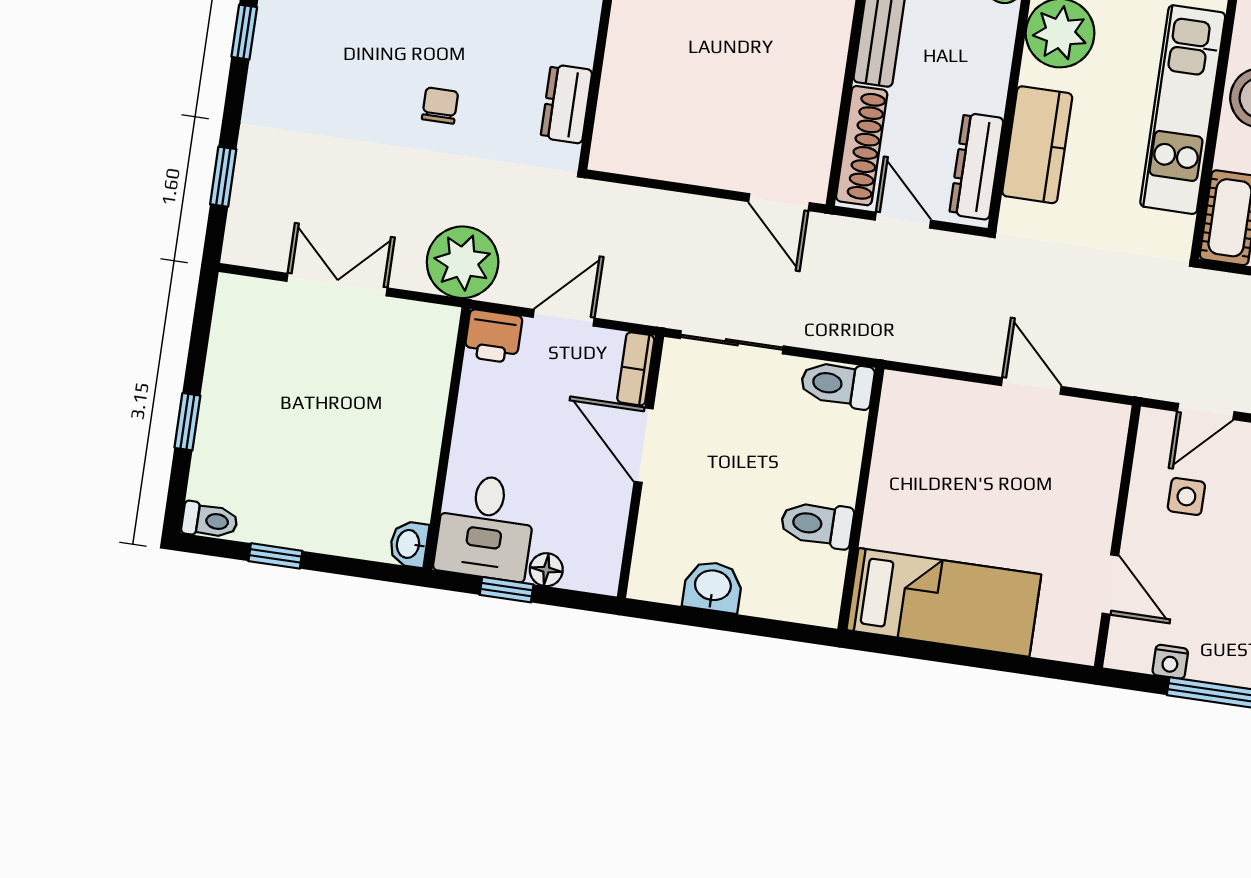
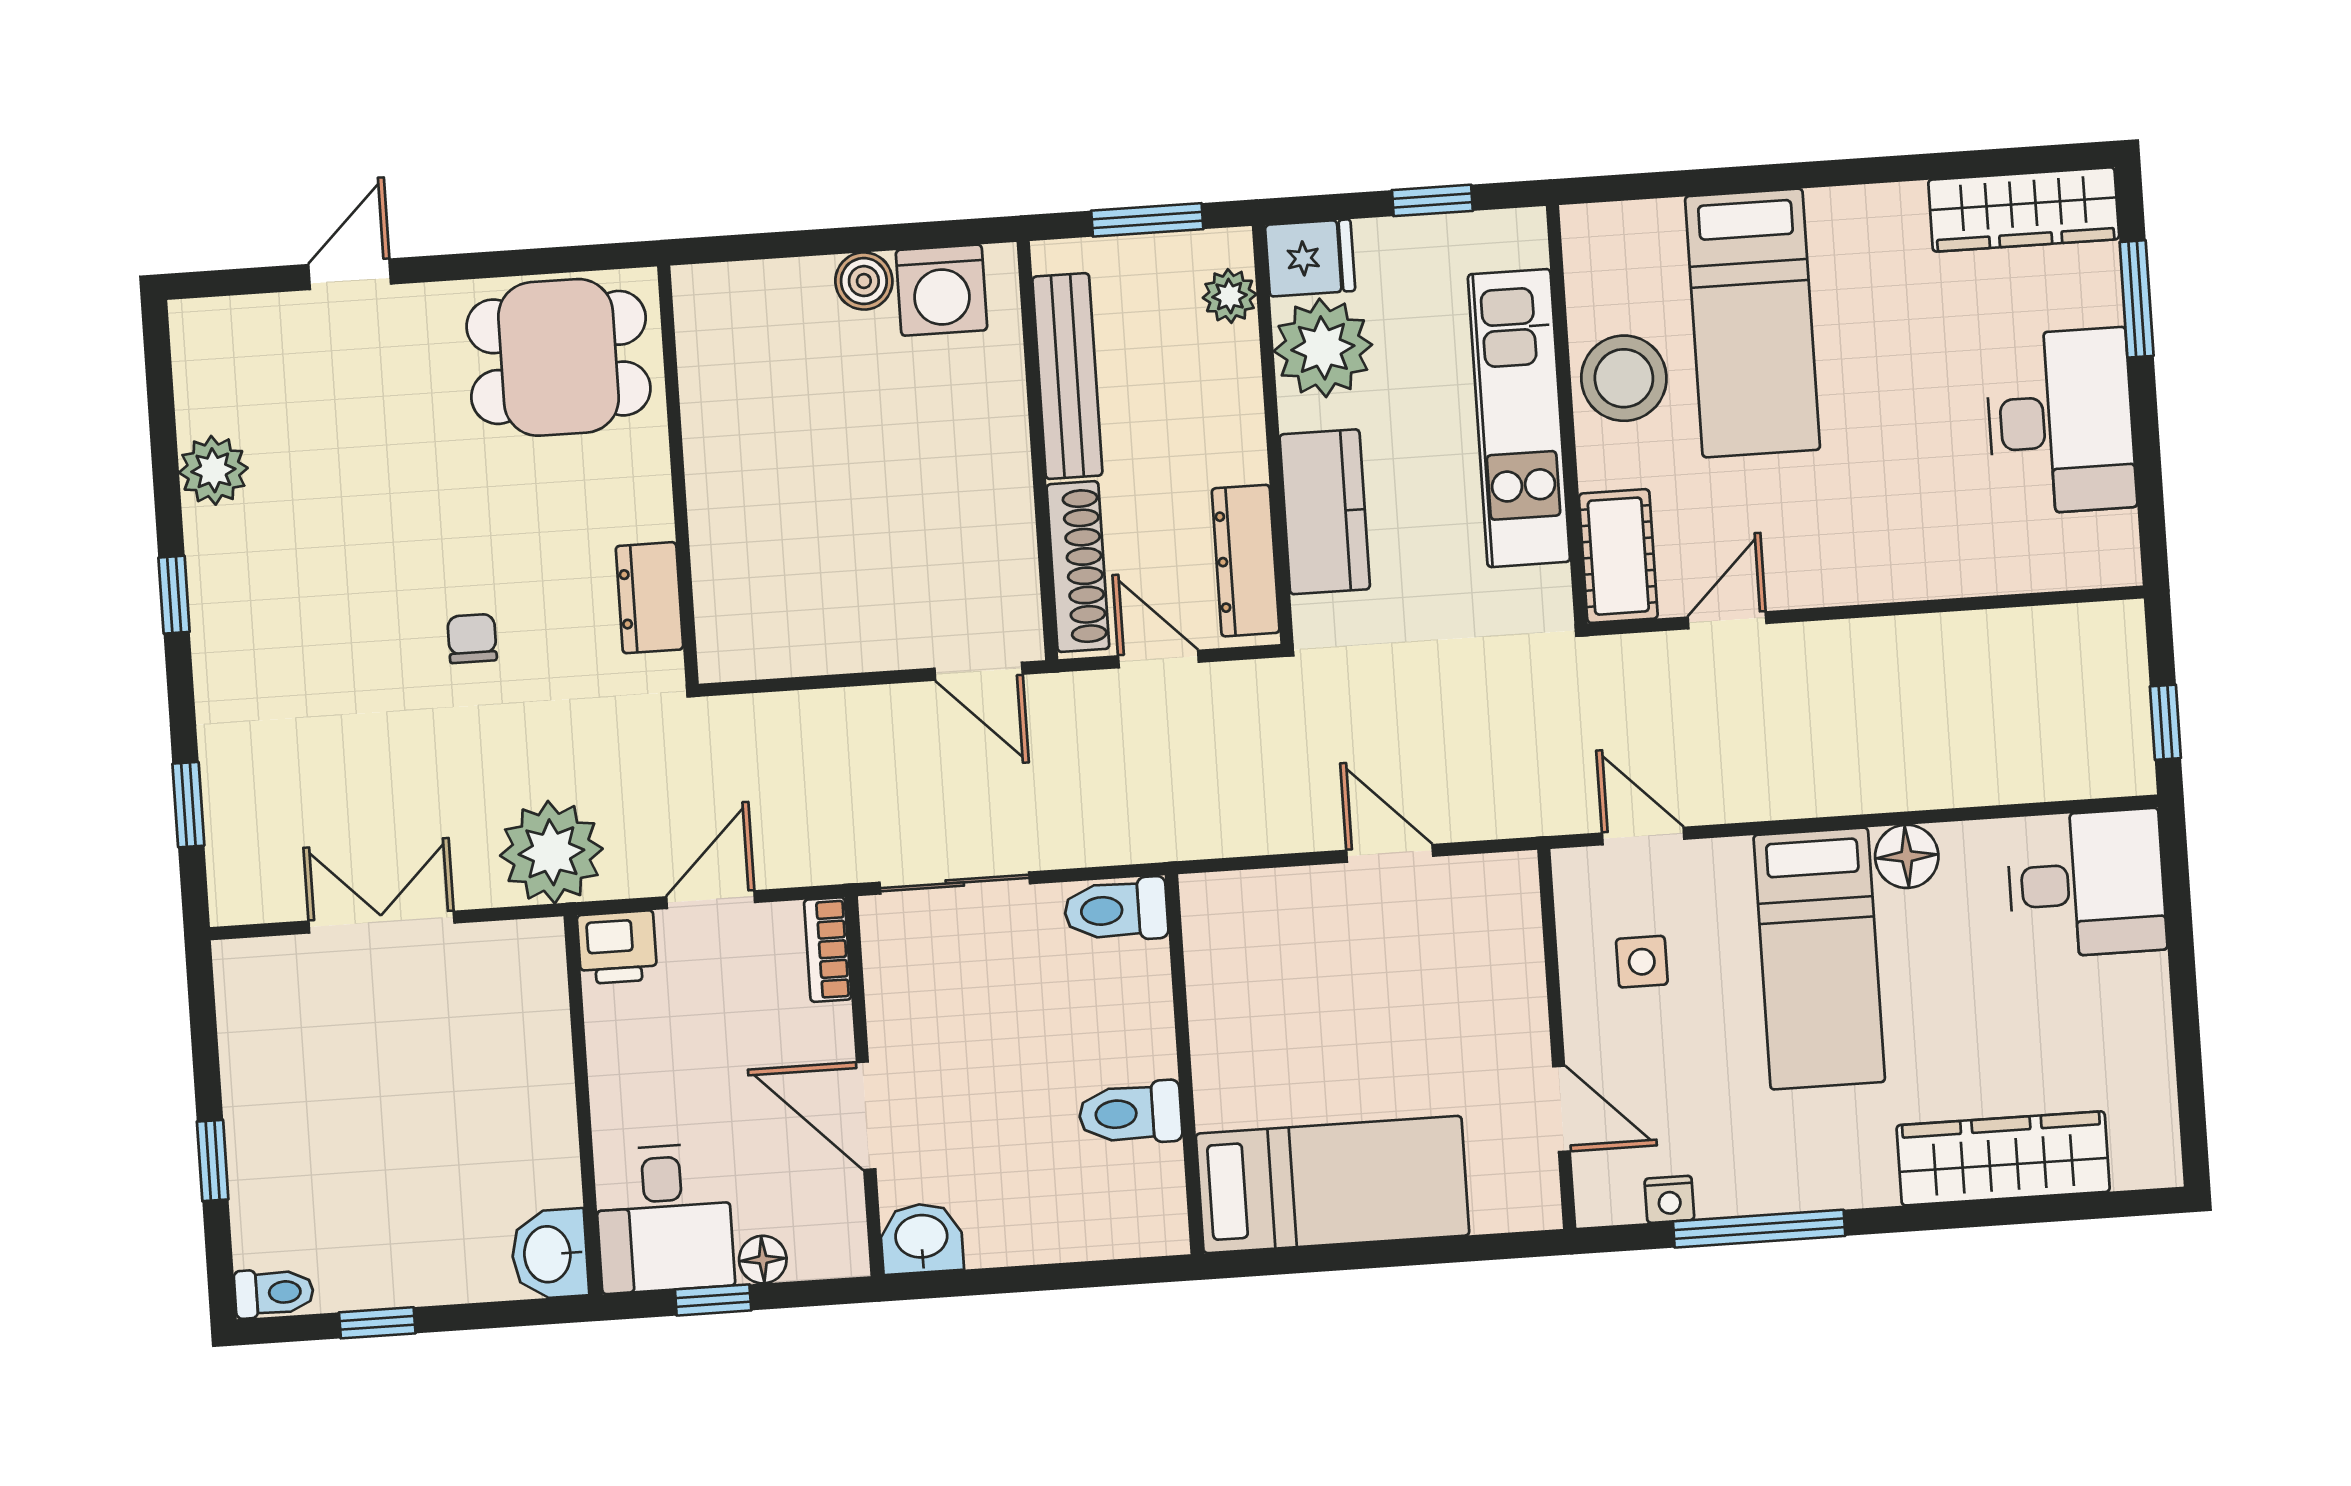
door: (1206, 411) -> (1643, 836), swing flipped
door: (644, 445) -> (866, 1116), moved
washbasin: (409, 544) -> (550, 1254), width x1.38, depth x1.45
washbasin: (713, 587) -> (921, 1238), moved

